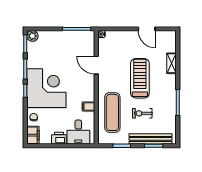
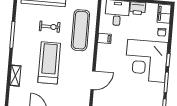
door: (96, 65) -> (93, 80), hinge flipped
treadmill: (140, 78) -> (49, 63), turned 180

